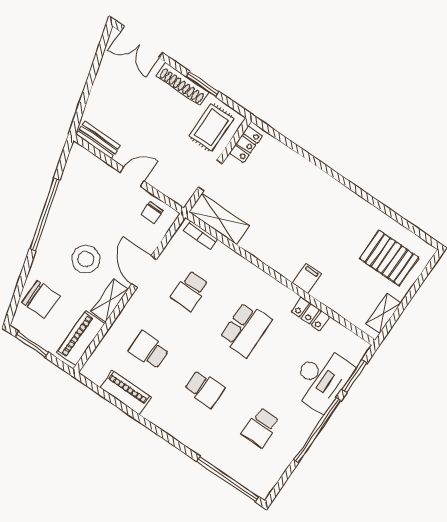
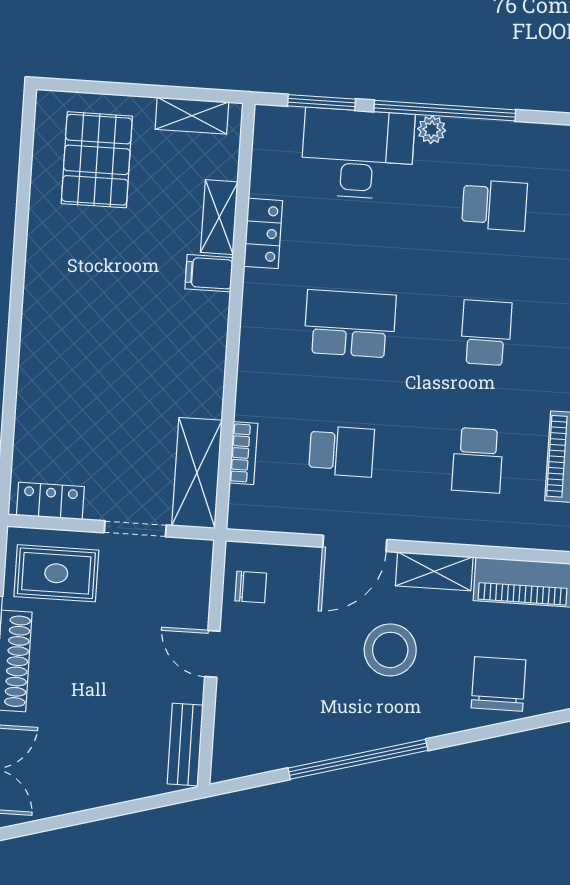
bookcase: (201, 235) -> (244, 453), moved
shelving: (330, 298) -> (219, 217), added
plant: (312, 419) -> (432, 130), added

